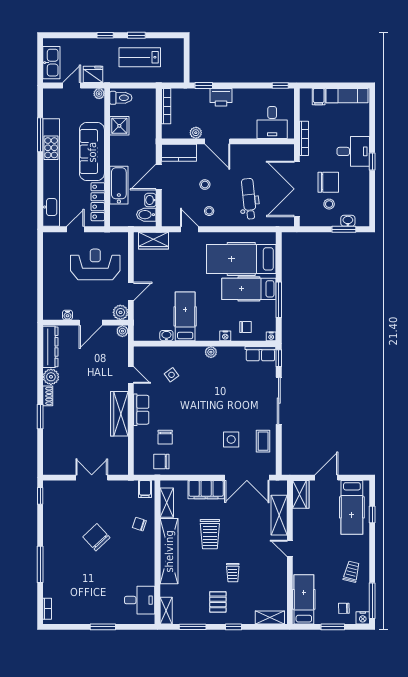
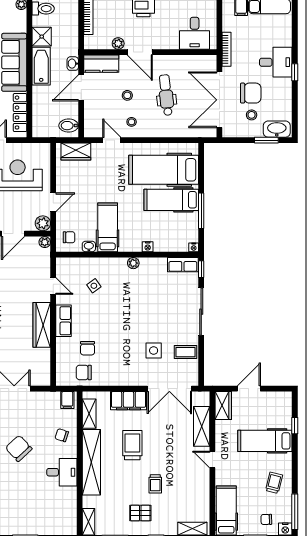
bathtub: (119, 185) -> (41, 66), moved
dental chair: (249, 199) -> (166, 95), moved
washbasin: (150, 200) -> (73, 64), moved
washbasin: (348, 221) -> (277, 129), width x1.91, depth x1.45
chair: (246, 327) -> (69, 237), moved
coffee table: (263, 441) -> (186, 352), turned 90
hospital bed: (352, 507) -> (265, 441), moved, turned 90
trolley: (210, 534) -> (132, 445), turned 180
desk: (140, 600) -> (62, 472), moved
pallet: (218, 602) -> (140, 513), turned 90

